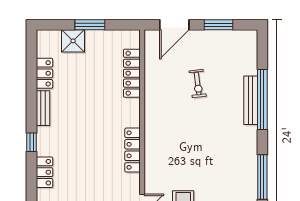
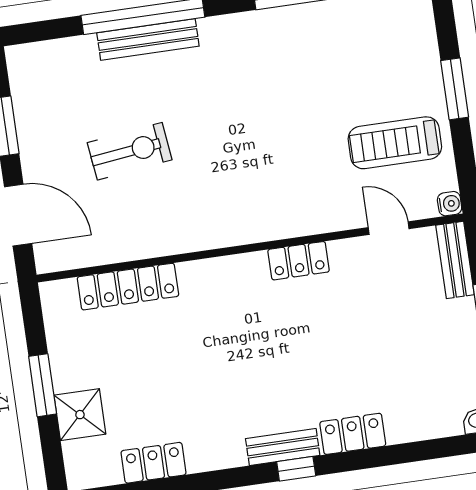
exercise bike: (198, 84) -> (130, 151), width x1.38, depth x1.39
bench: (43, 108) -> (283, 447), moved
locker: (133, 150) -> (299, 261), width x0.66

